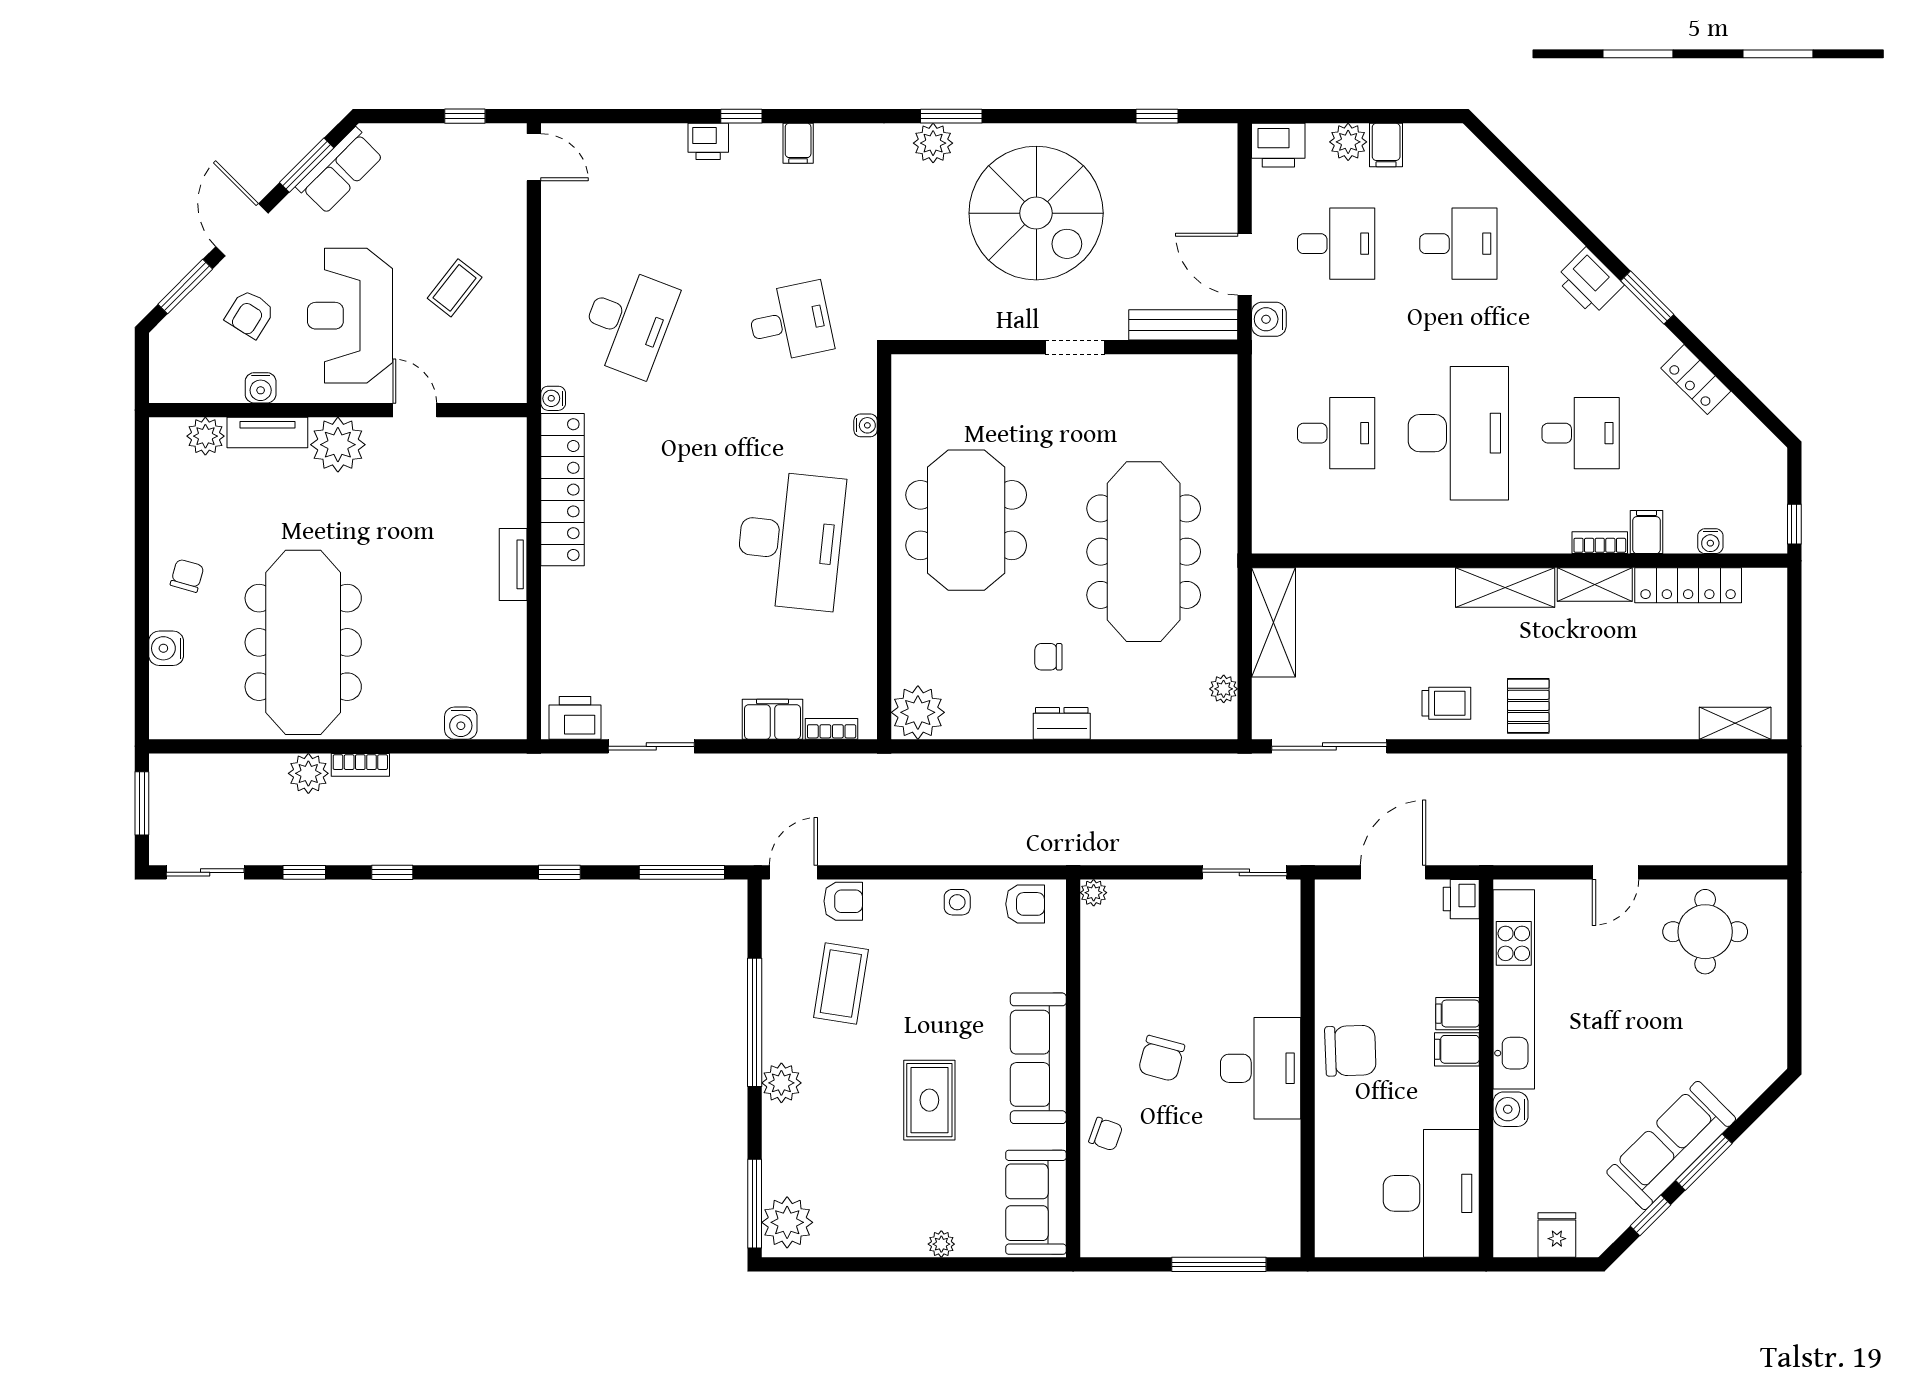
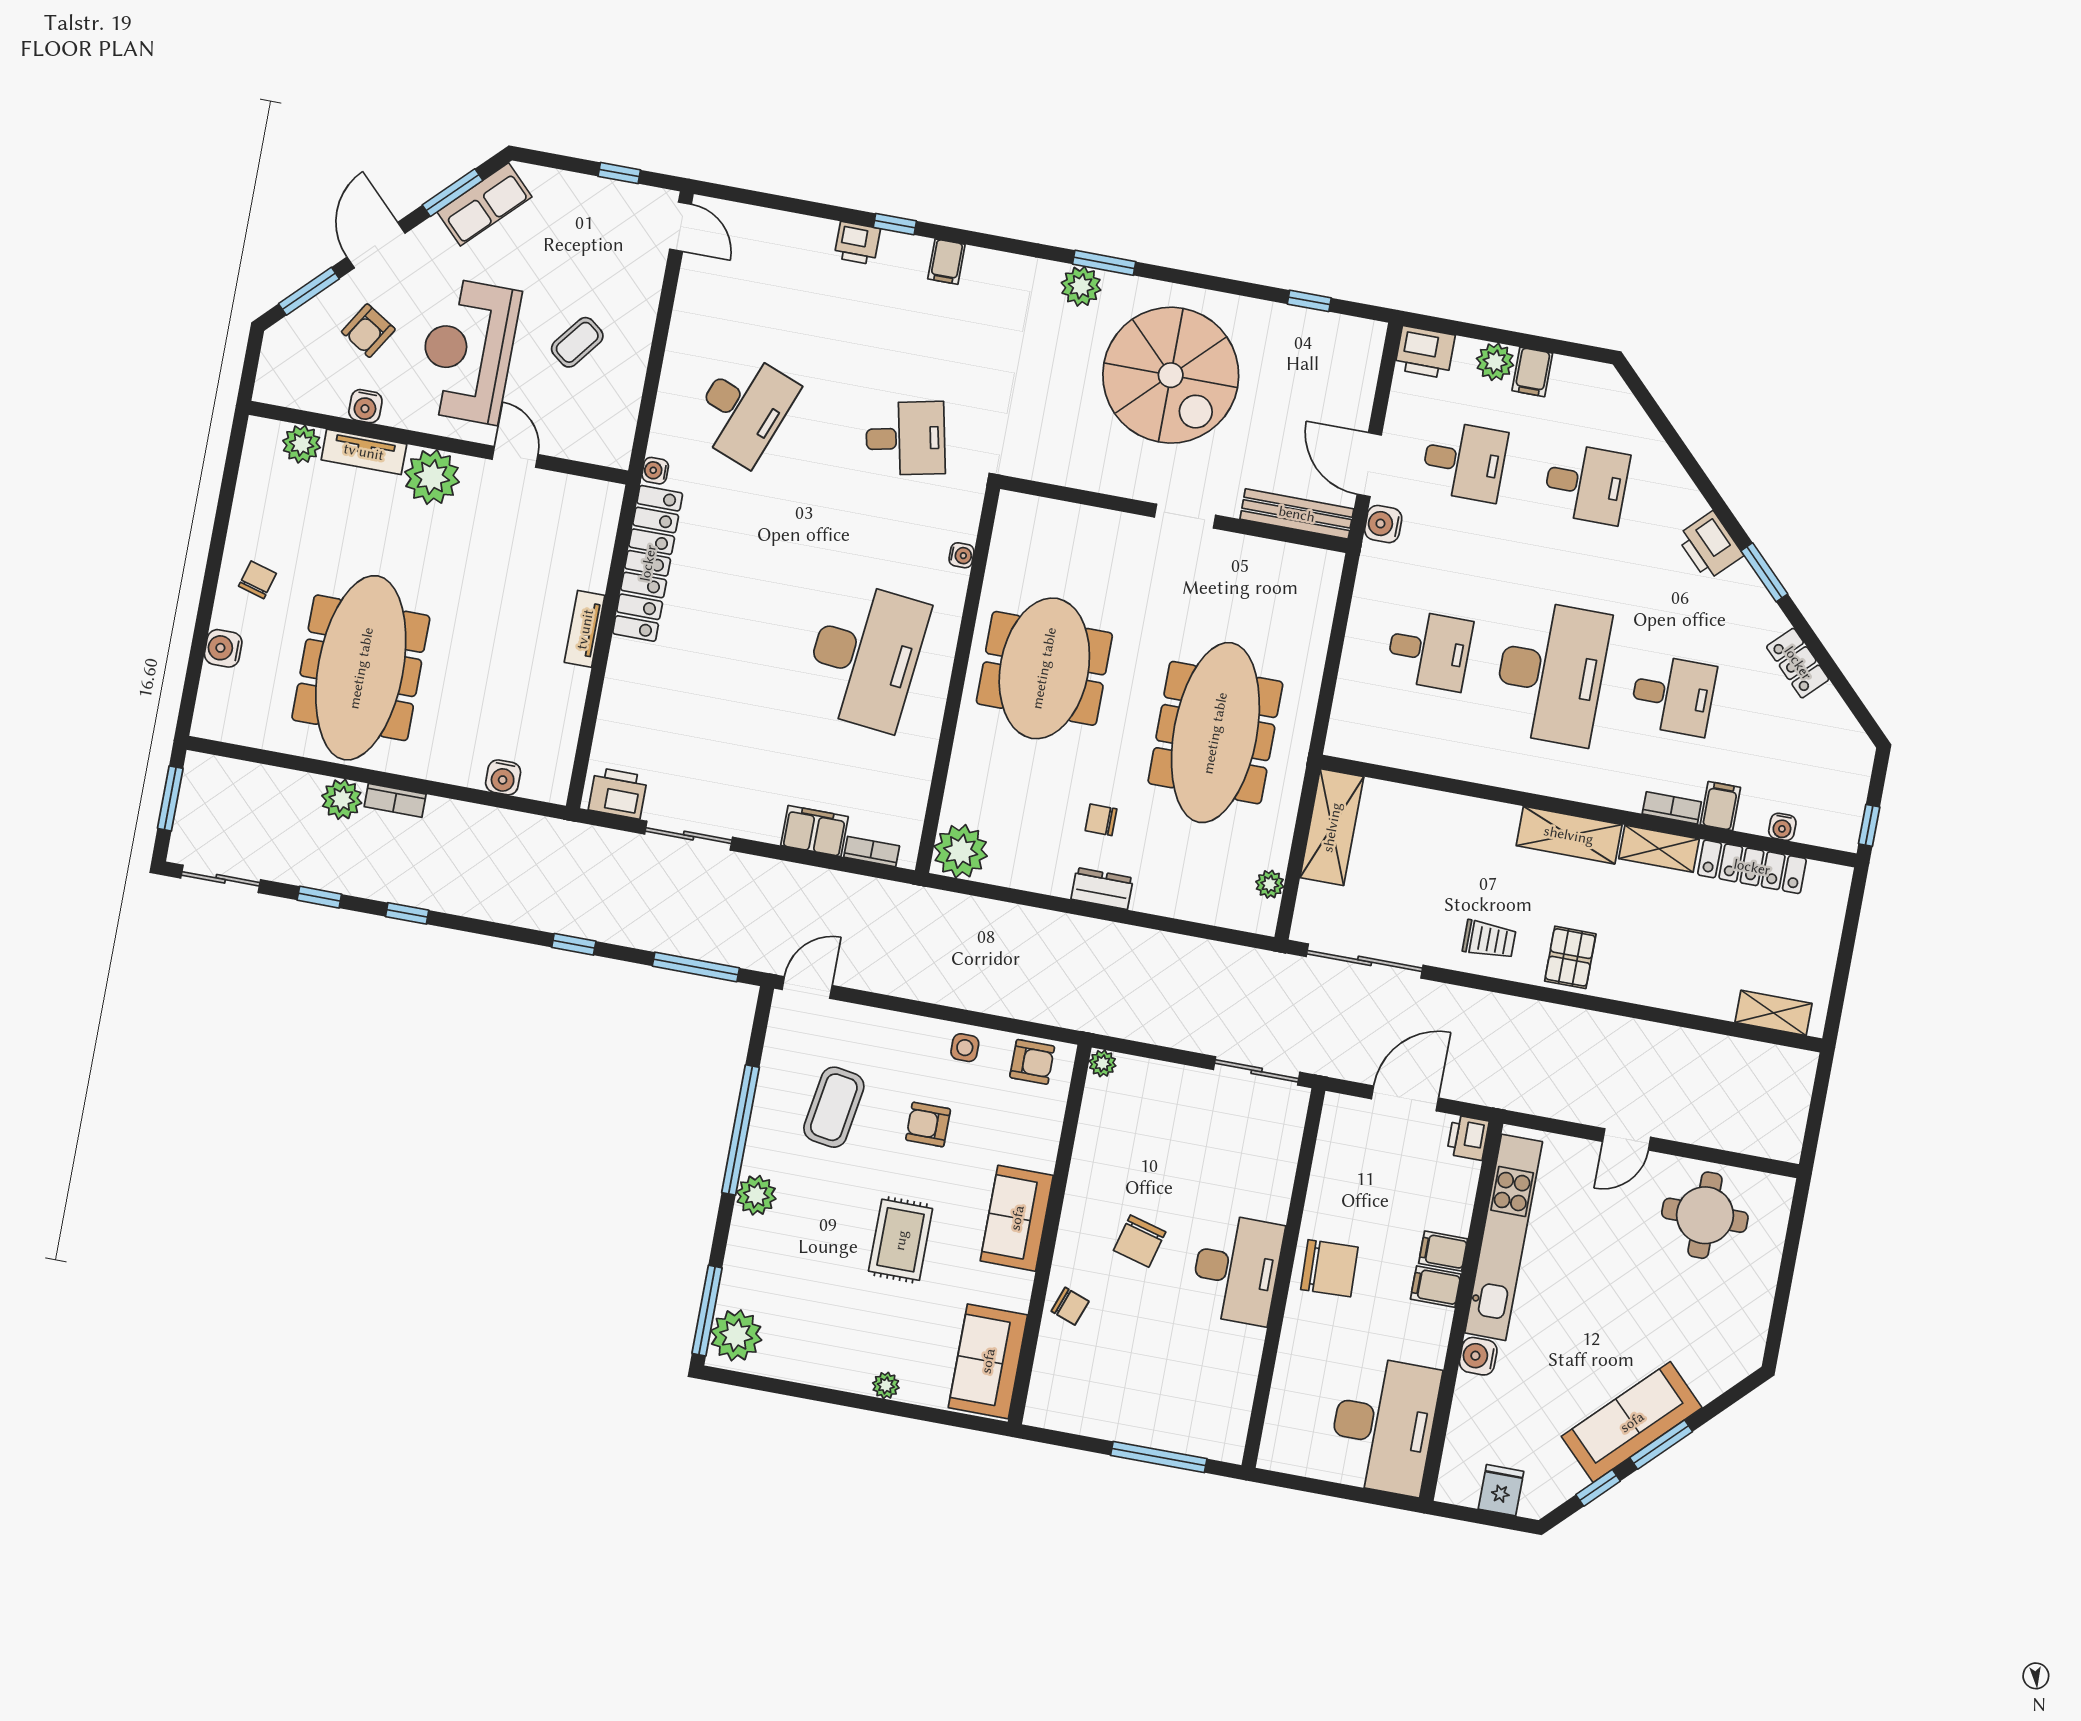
armchair: (843, 901) -> (928, 1124), moved, turned 180
sofa: (1038, 1058) -> (1017, 1218), width x0.73

